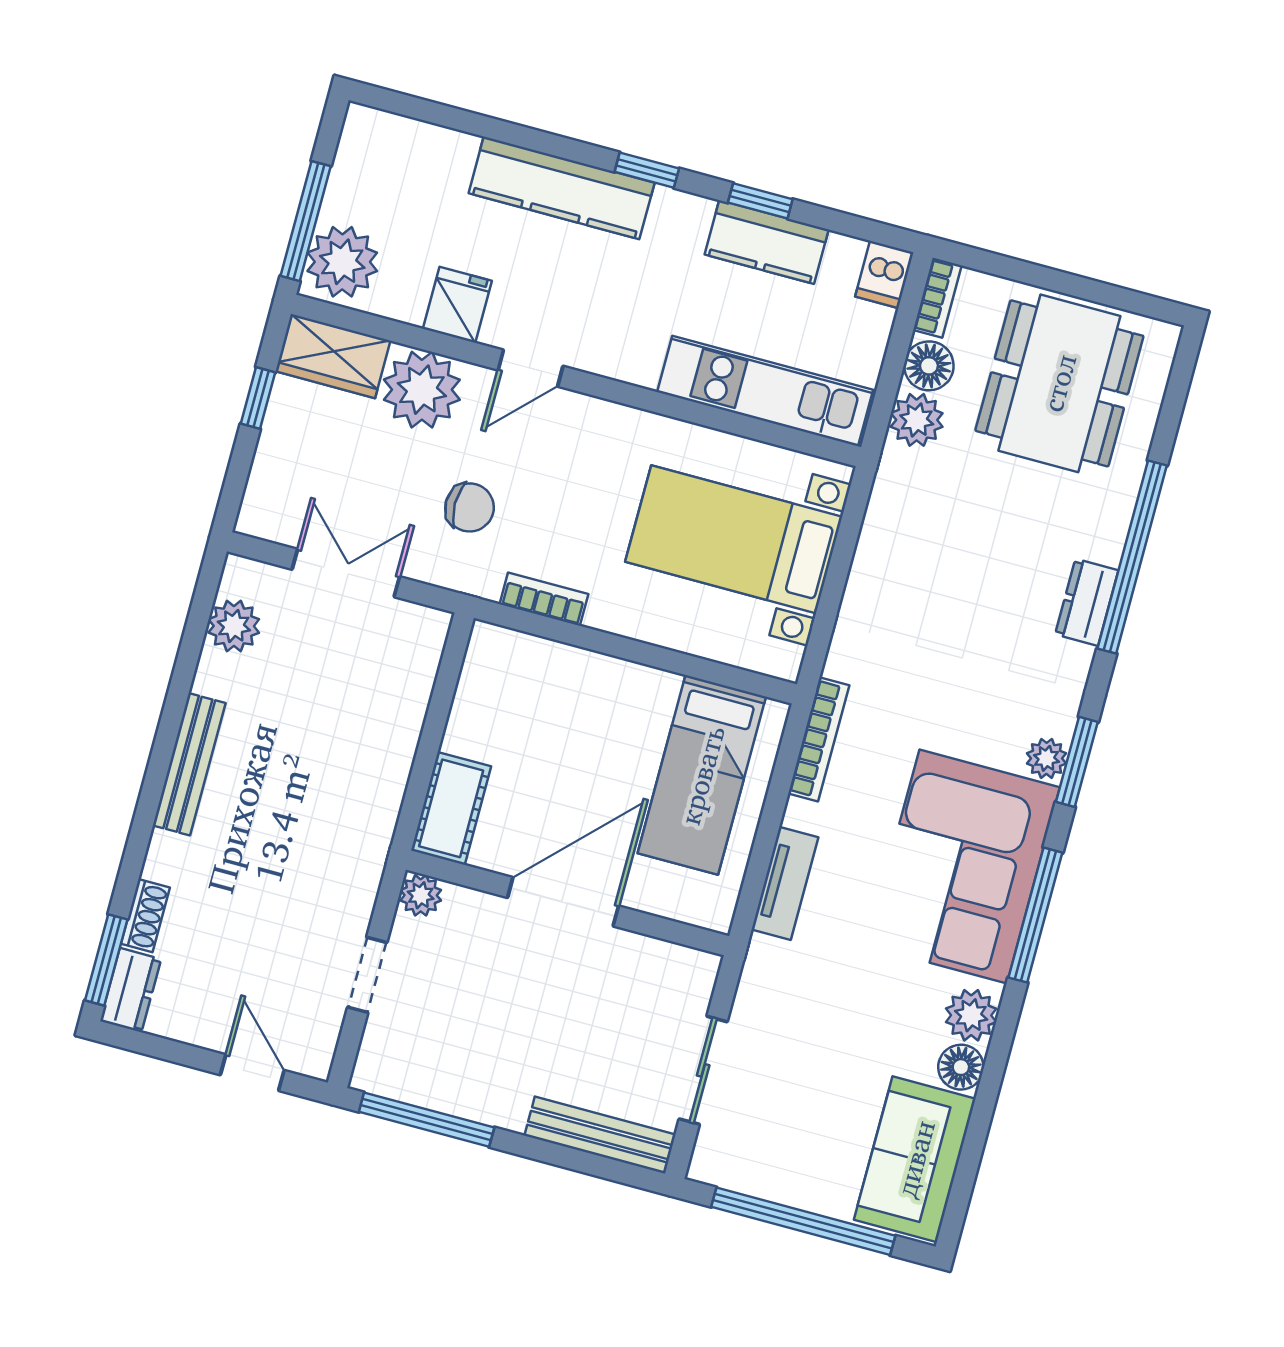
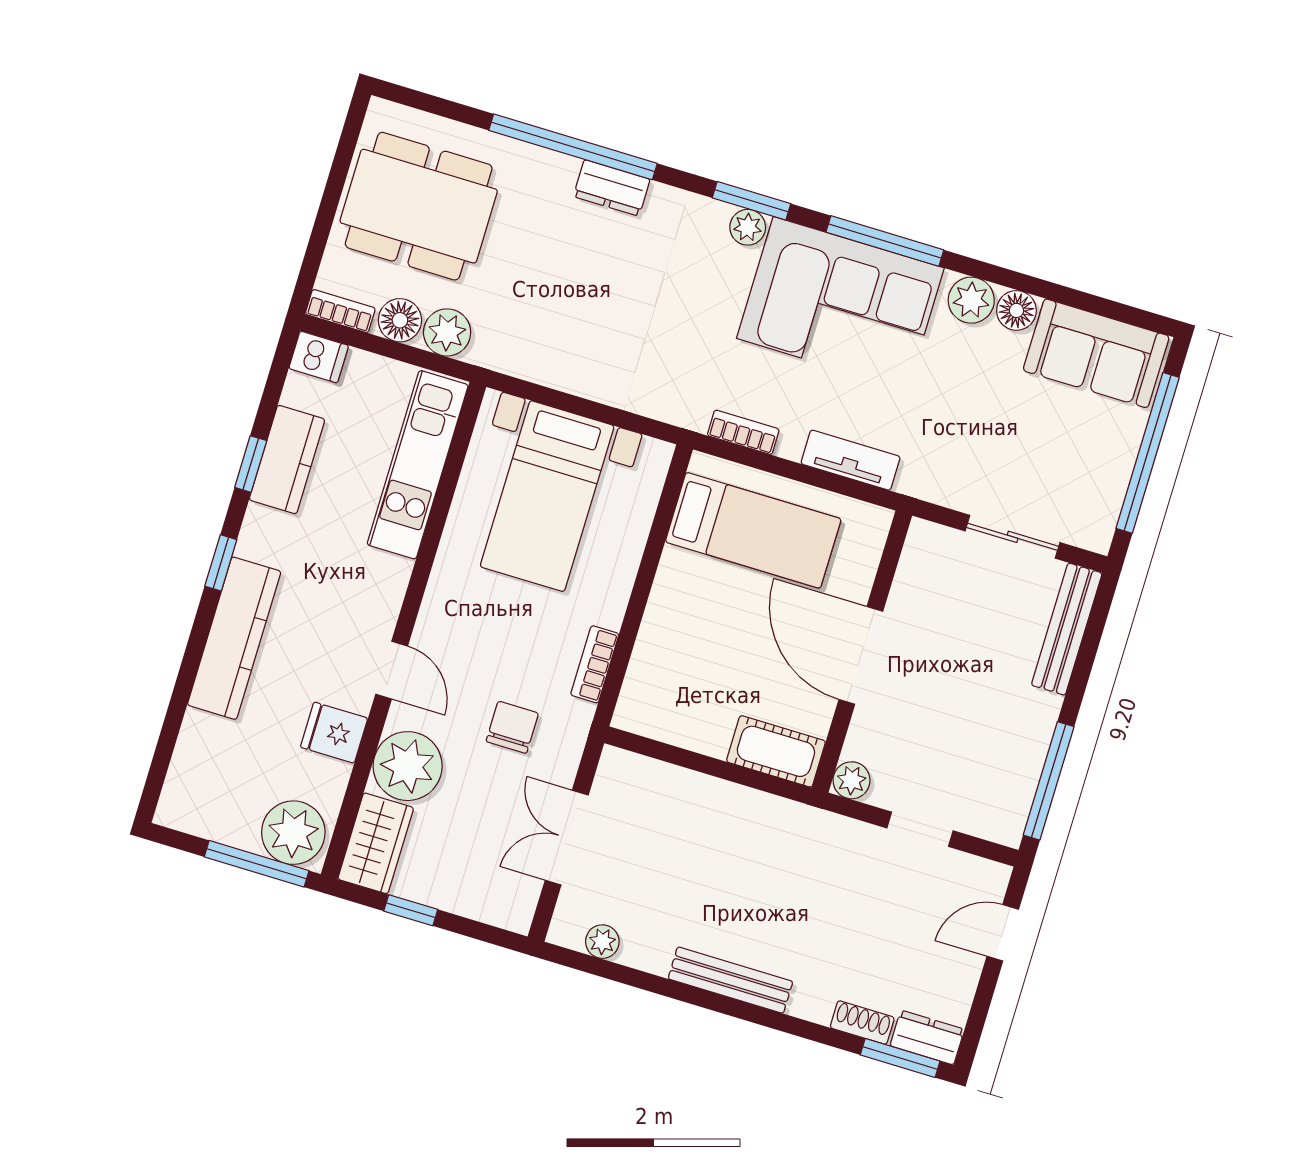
plant: (234, 626) -> (602, 942), width x0.73, depth x0.73
bookcase: (819, 739) -> (743, 432), width x0.64

